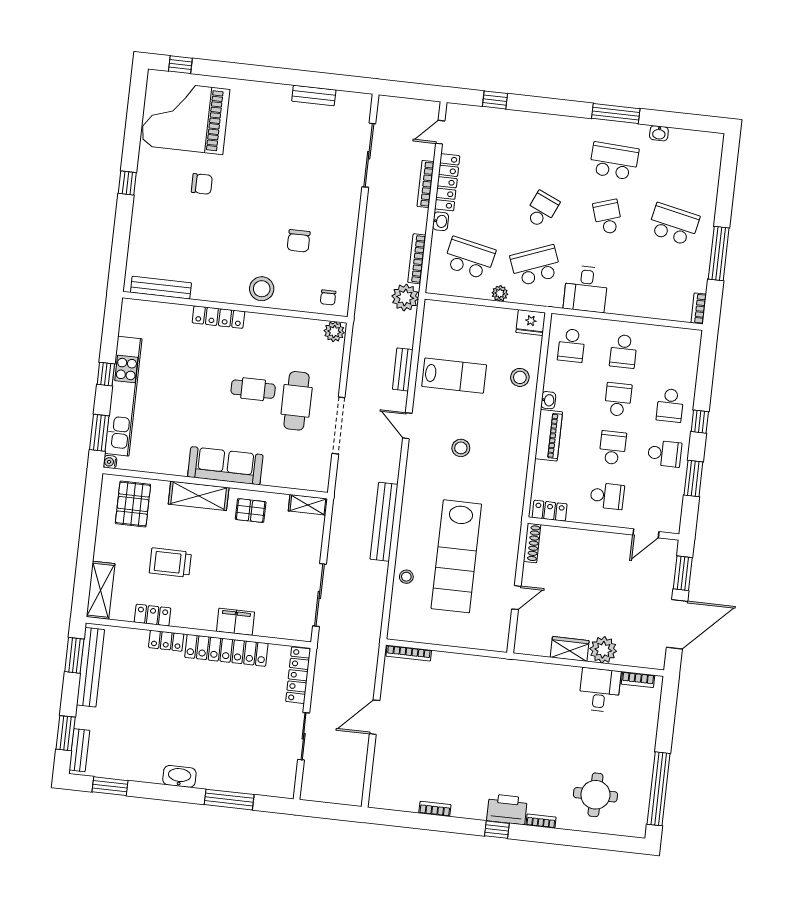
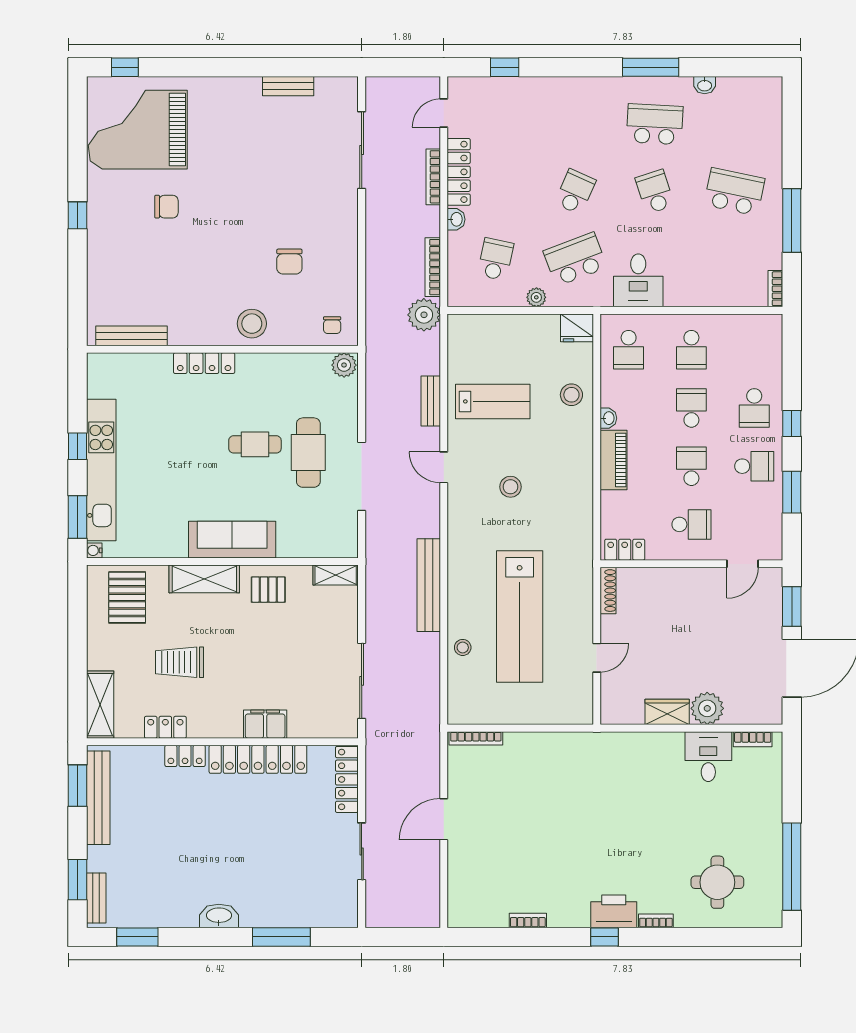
school desk: (470, 258) -> (496, 259), width x0.54

